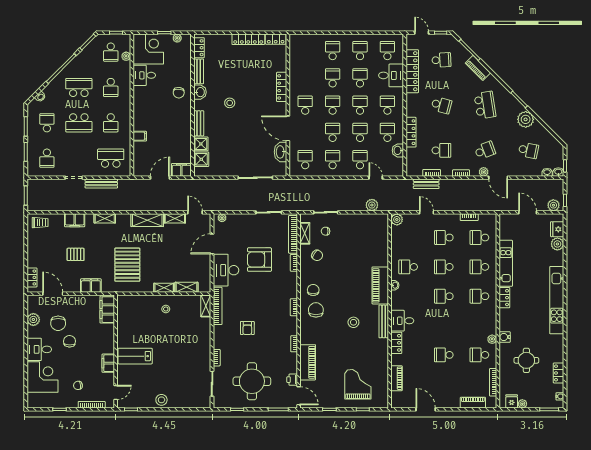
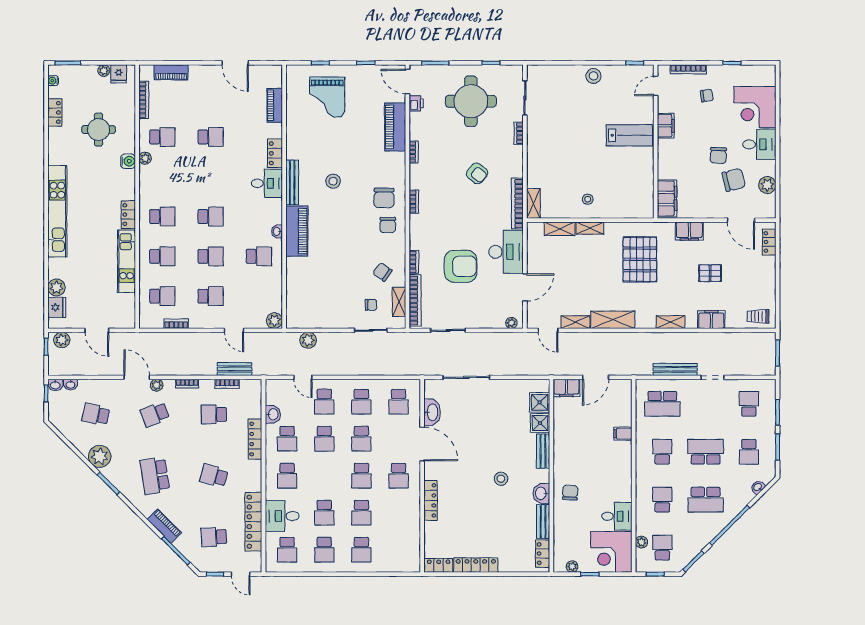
school desk: (360, 105) -> (324, 476), removed
chair: (58, 323) -> (734, 180), turned 76
armchair: (247, 328) -> (477, 173), turned 129

